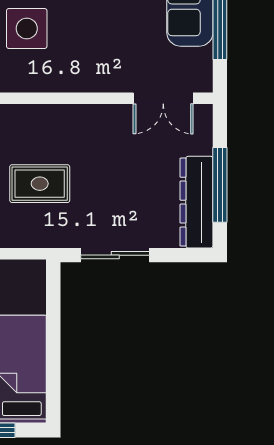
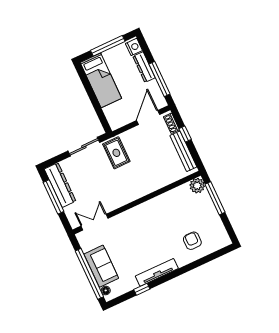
side table: (27, 29) -> (166, 225), removed
rug: (40, 184) -> (116, 153), moved, turned 90

